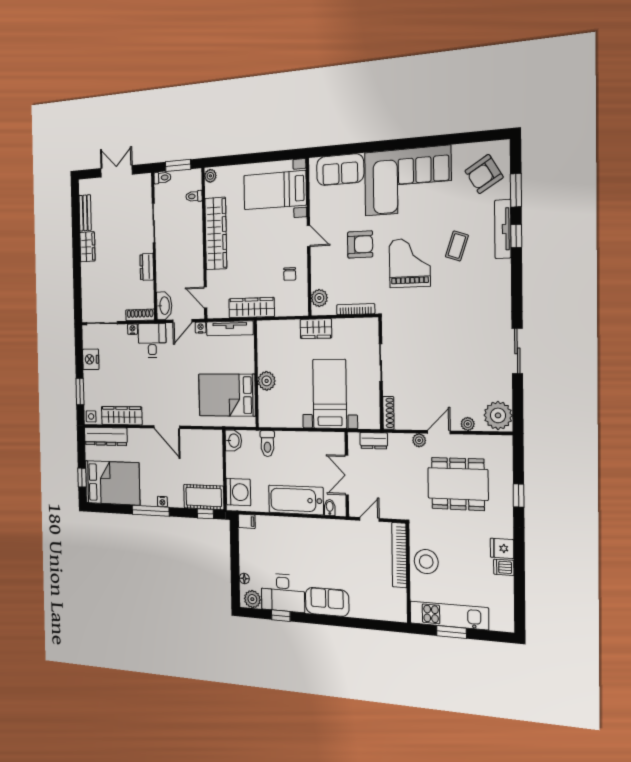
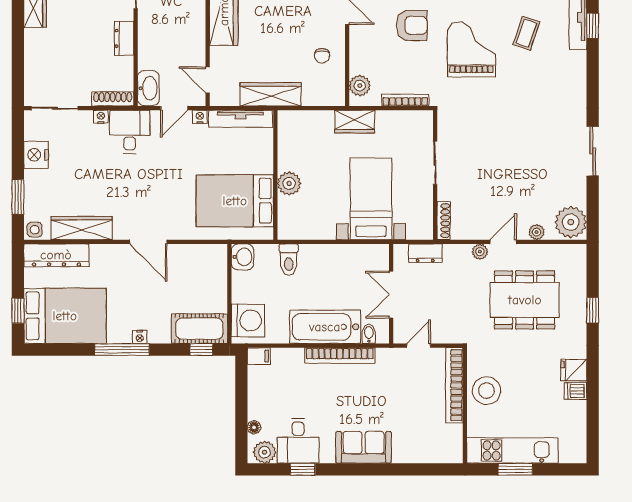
bookcase: (308, 524) -> (340, 356), added
desk: (283, 593) -> (298, 441), width x0.73

